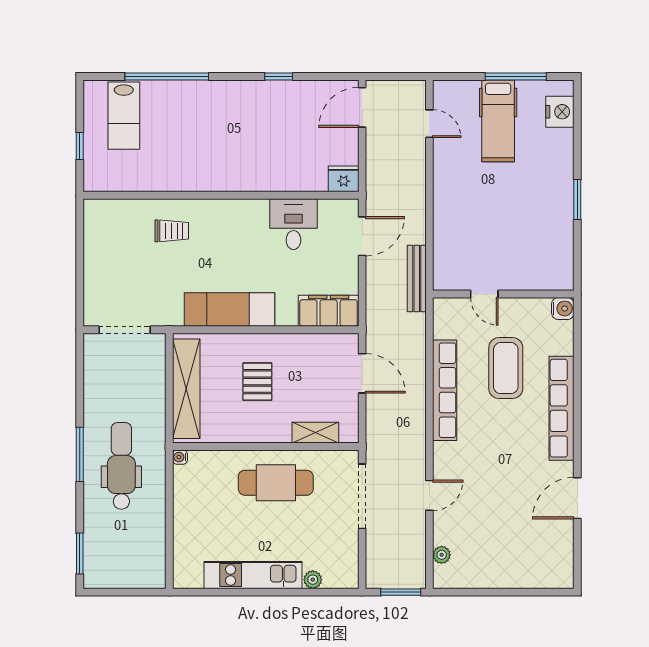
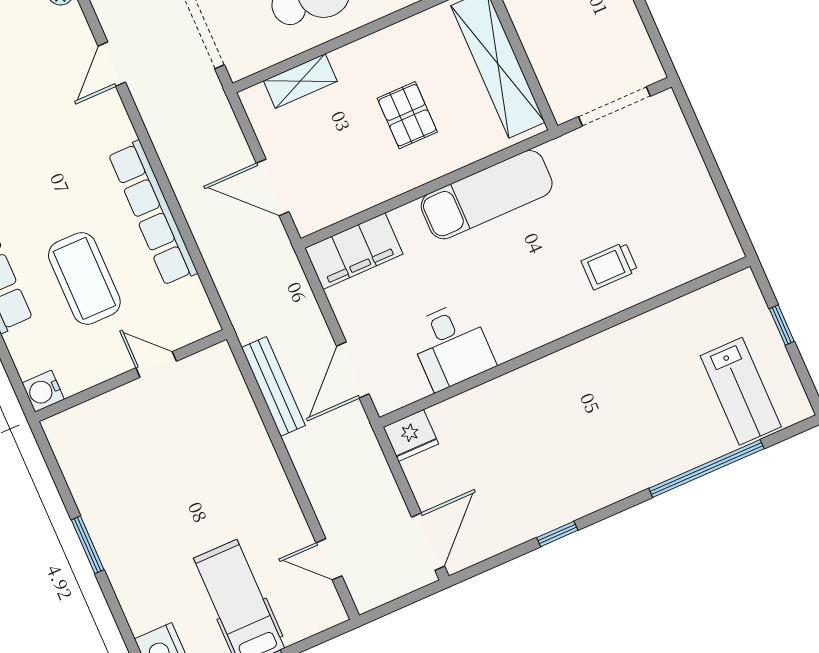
lab bench: (124, 116) -> (741, 391), turned 180
bench: (417, 279) -> (273, 386), moved

